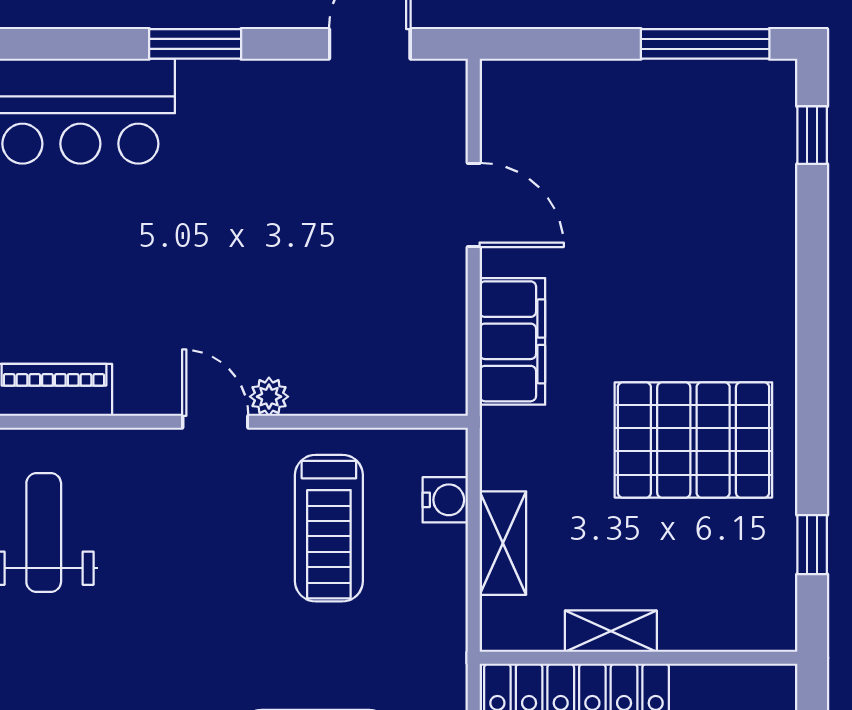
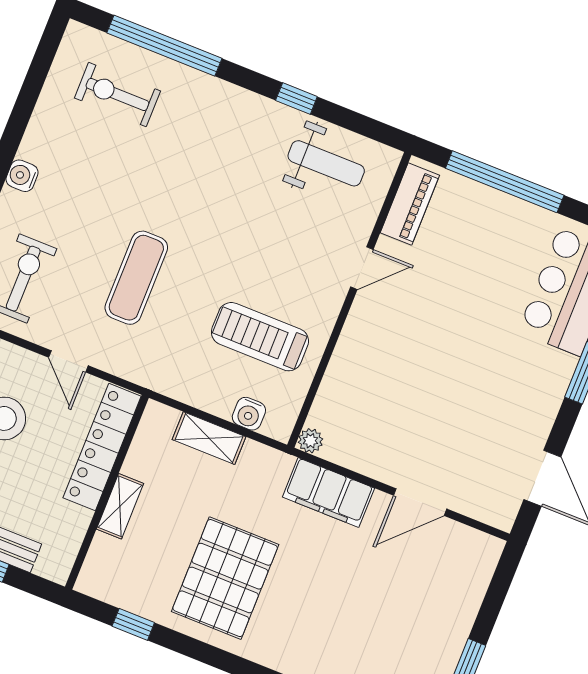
plant: (269, 397) -> (310, 441), moved
door: (215, 422) -> (362, 268), moved
shelving: (611, 631) -> (120, 506), moved

